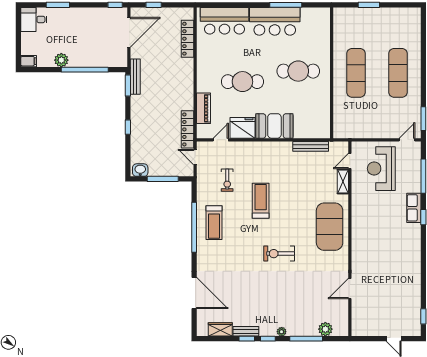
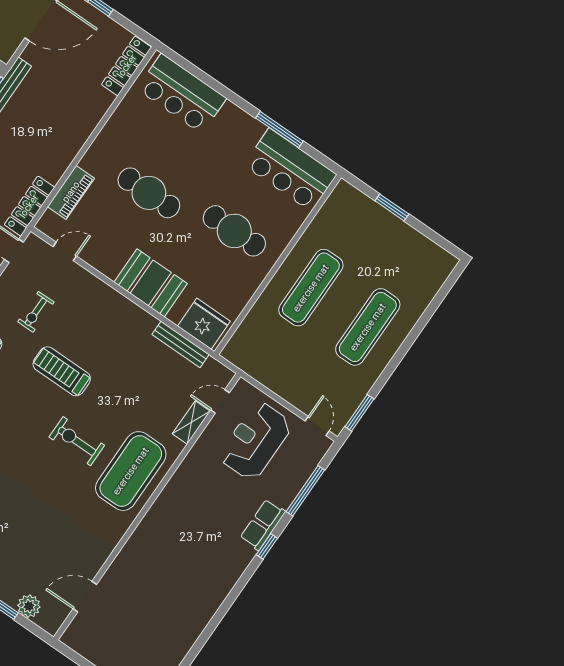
bar counter: (275, 21) -> (290, 170), moved
locker: (188, 39) -> (127, 66), moved
fridge: (243, 128) -> (204, 324), moved
door: (407, 140) -> (317, 426), hinge flipped
treadmill: (261, 201) -> (62, 371), turned -90
exercise bike: (279, 254) -> (77, 441), moved
door: (350, 288) -> (85, 597), moved

